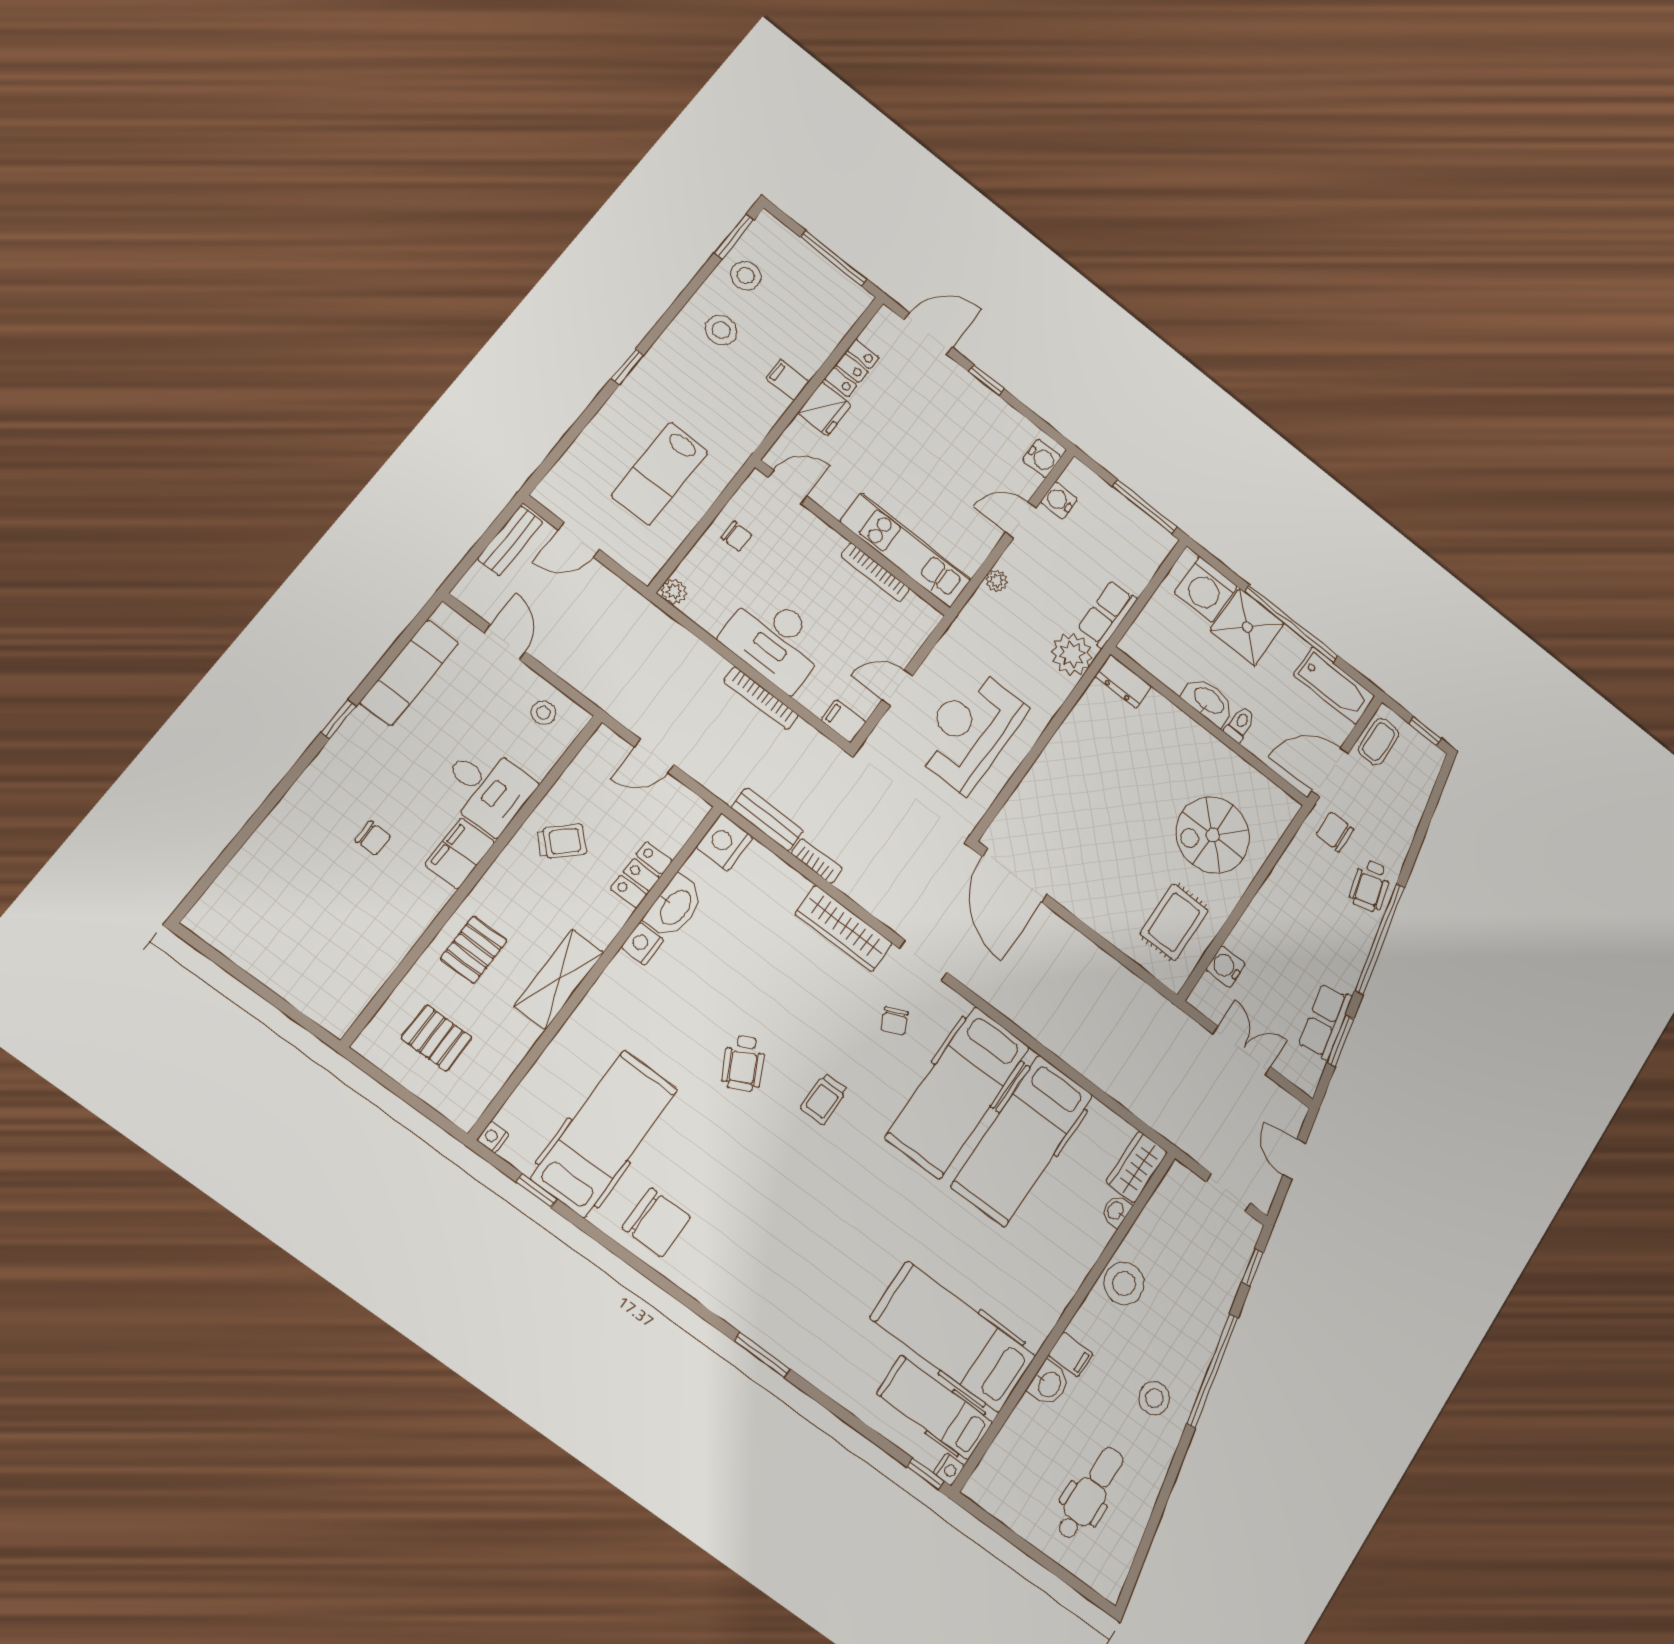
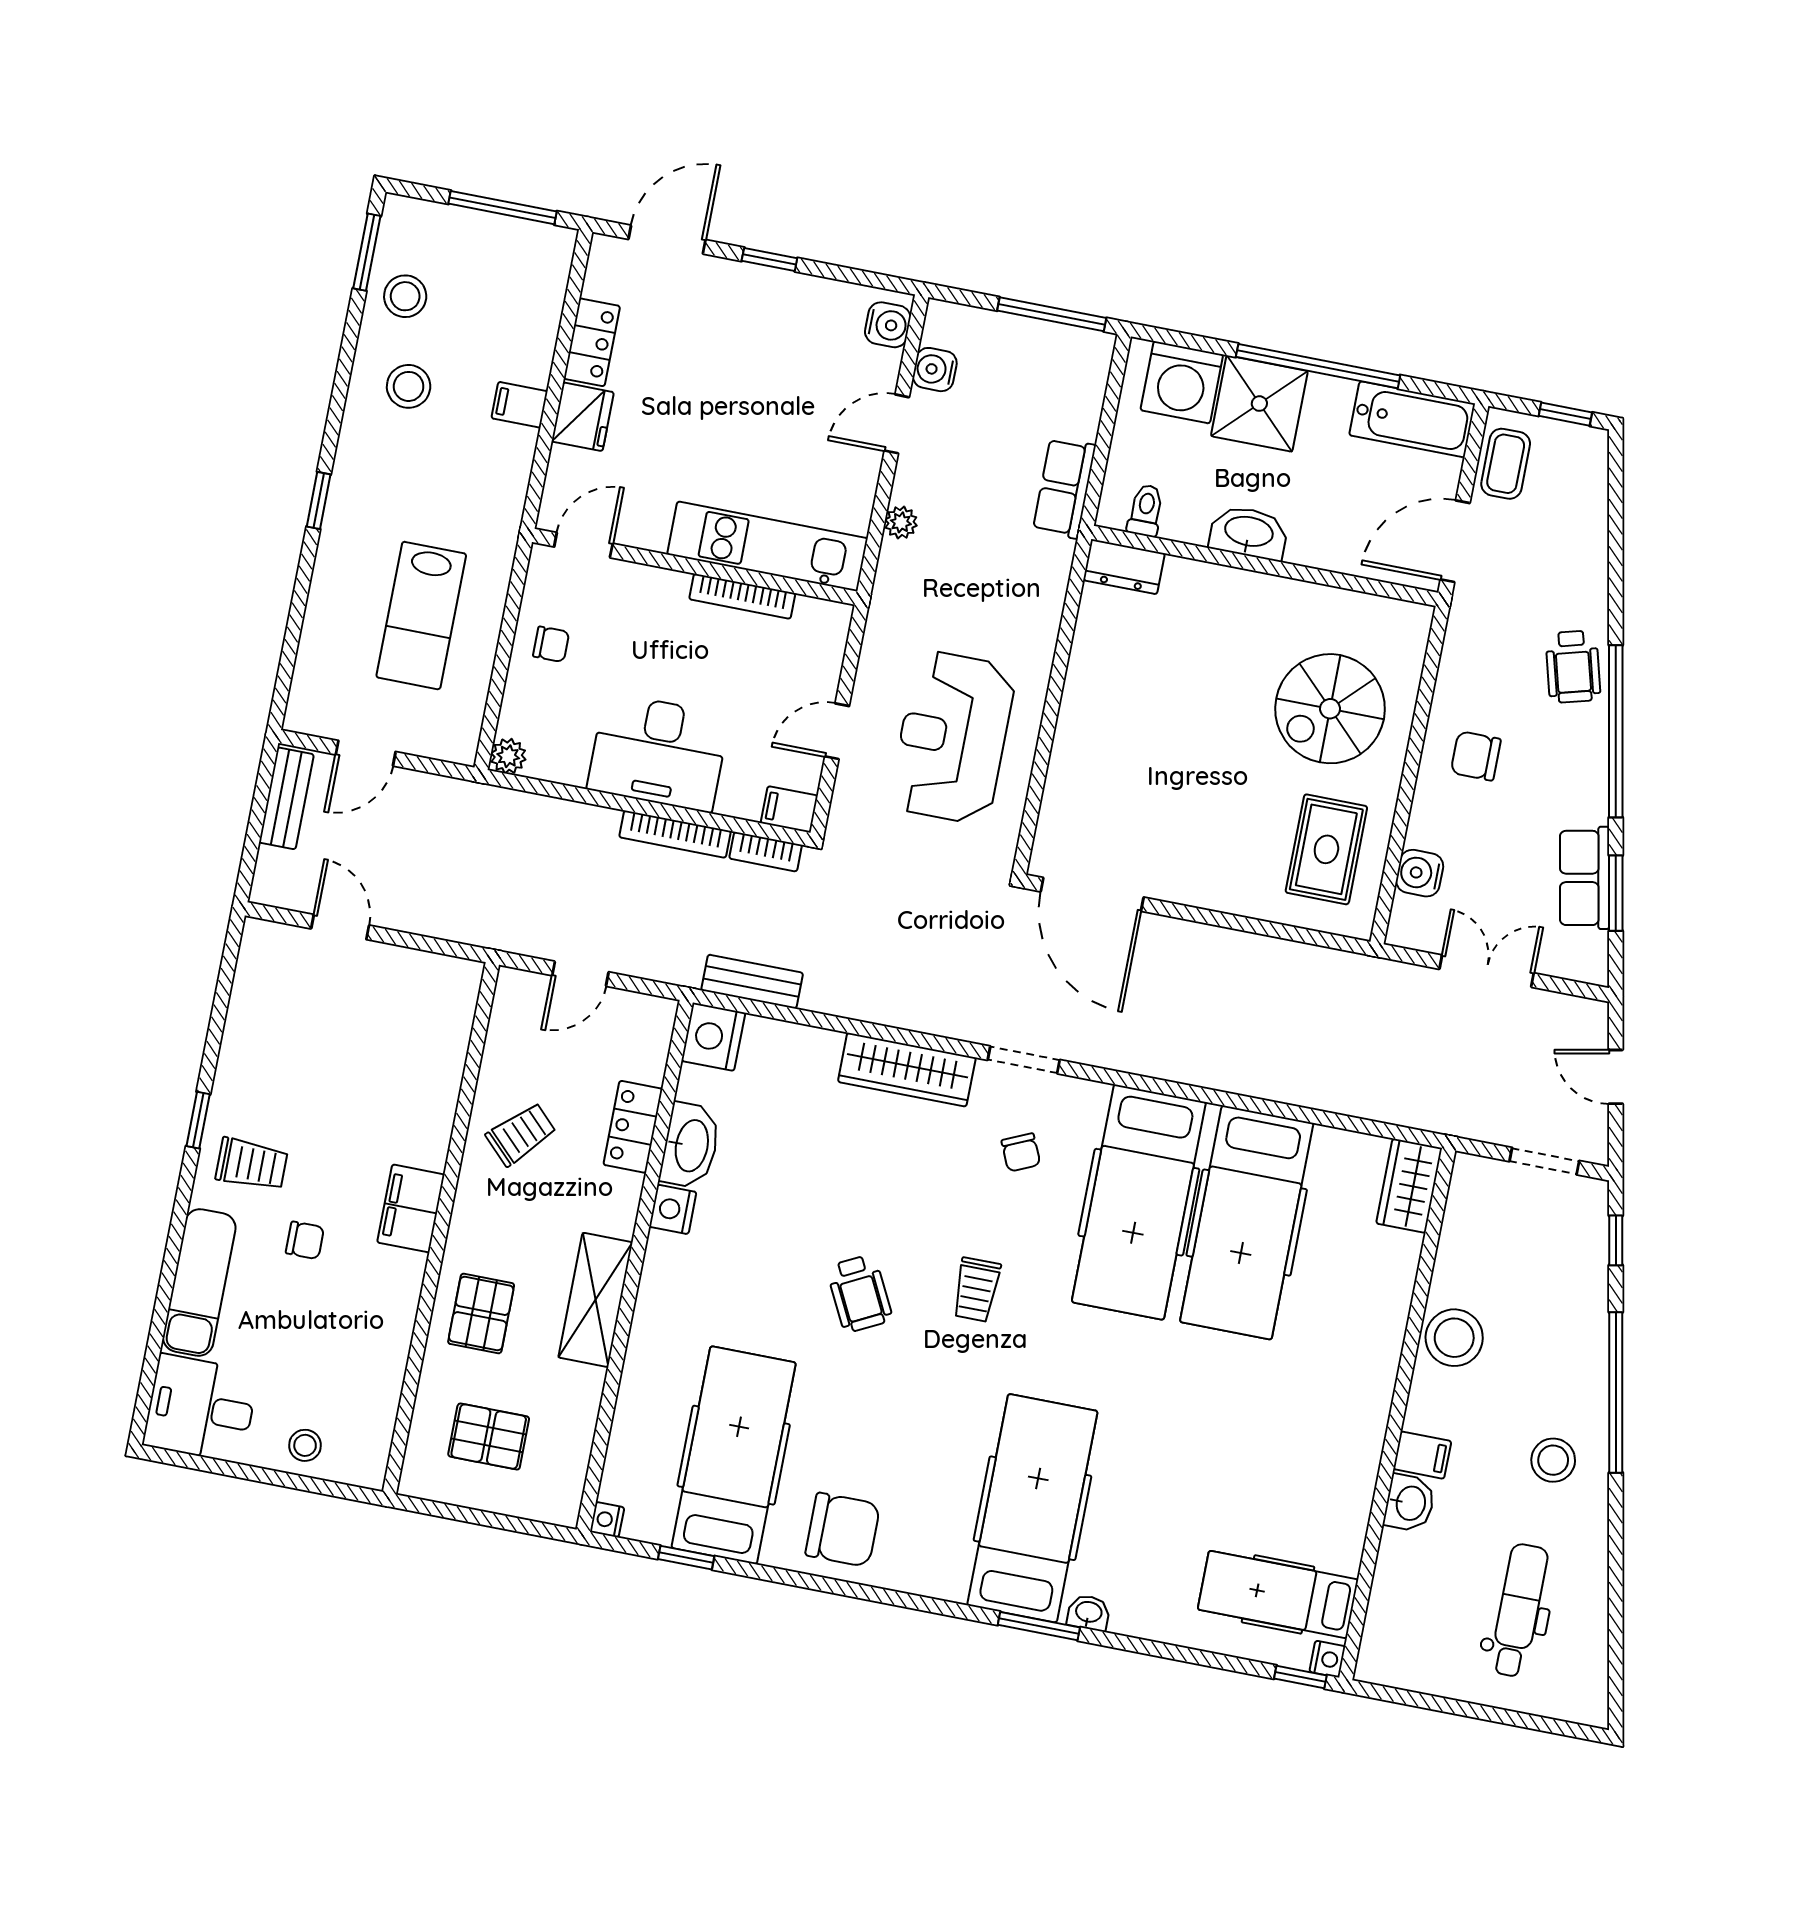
plant: (1072, 654) -> (1041, 567), removed
exam couch: (409, 673) -> (199, 1282), moved
stool: (543, 713) -> (305, 1445), moved
toilet: (1240, 724) -> (1146, 510), moved
trolley: (361, 768) -> (252, 1164), added
desk: (487, 788) -> (201, 1408), moved, turned 180
chair: (1335, 832) -> (1476, 756), moved
bookcase: (817, 861) -> (766, 852), moved, turned 180
washbasin: (1116, 1211) -> (1089, 1613), moved, turned 90
hospital bed: (953, 1337) -> (1032, 1508), moved, turned 90

